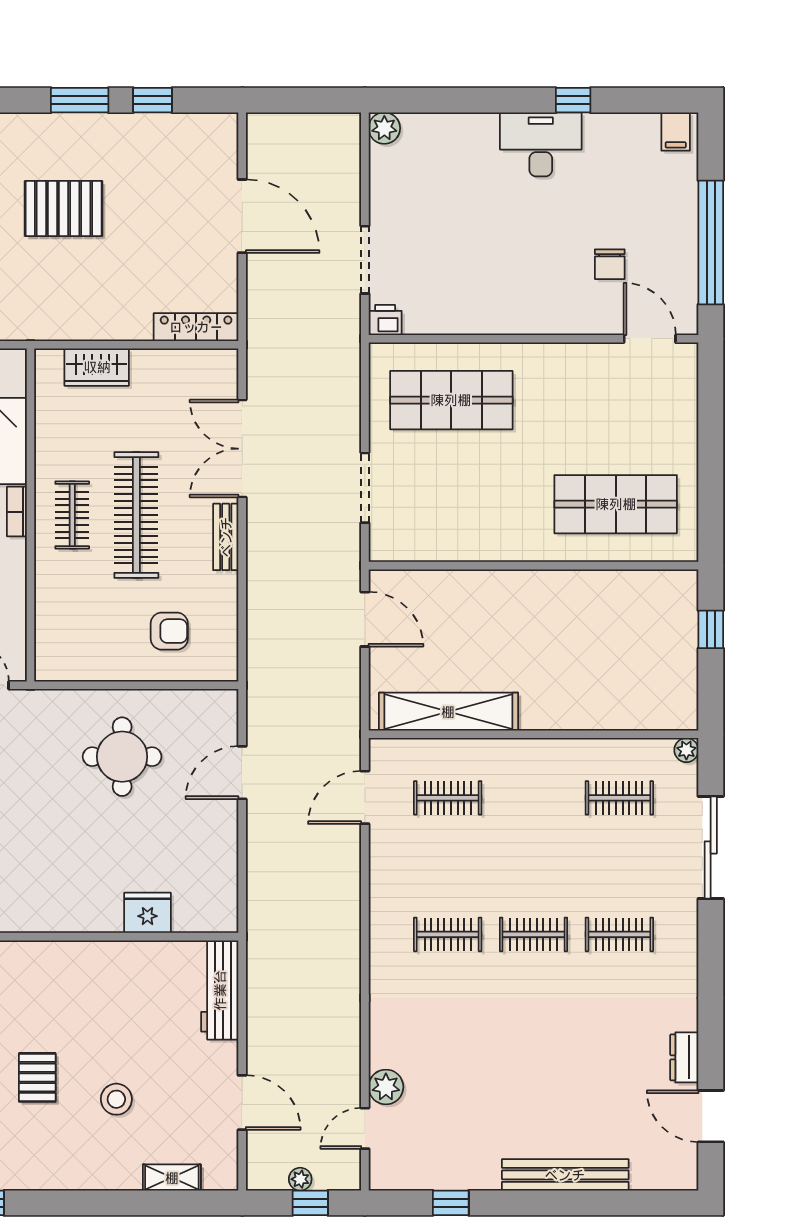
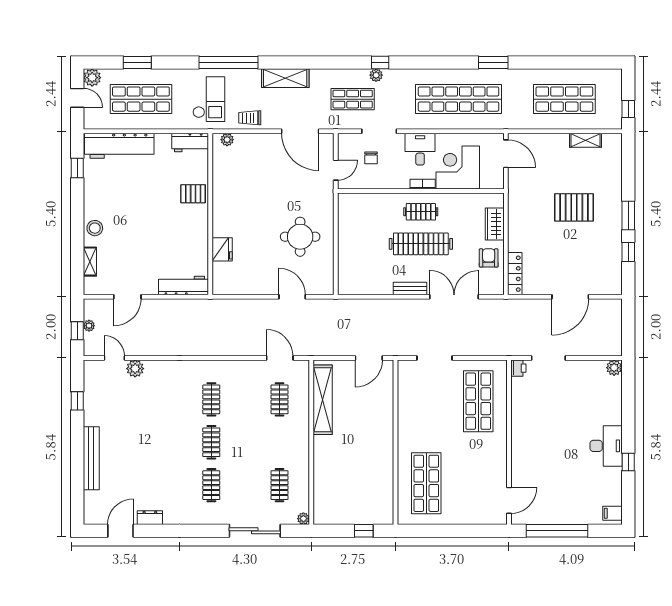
pallet: (64, 209) -> (574, 207), turned 90
chair: (610, 264) -> (546, 480), removed
armchair: (169, 631) -> (489, 258), moved, turned 180
pallet: (37, 1077) -> (193, 194), moved
stool: (116, 1099) -> (95, 228), moved

